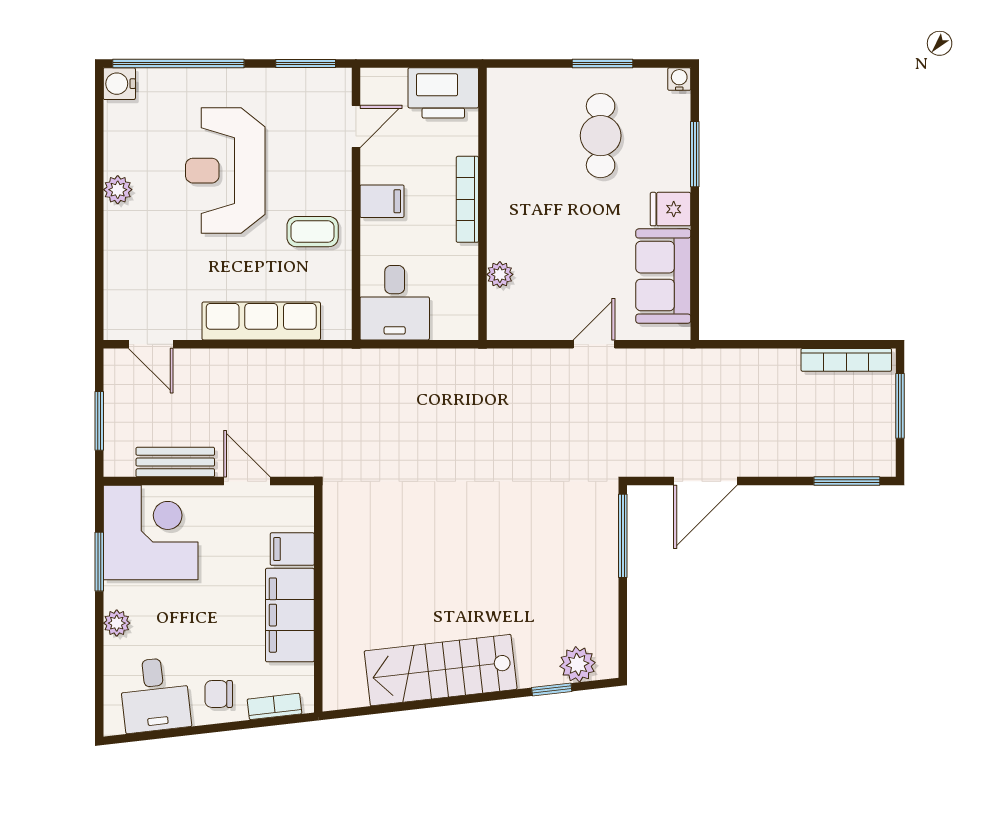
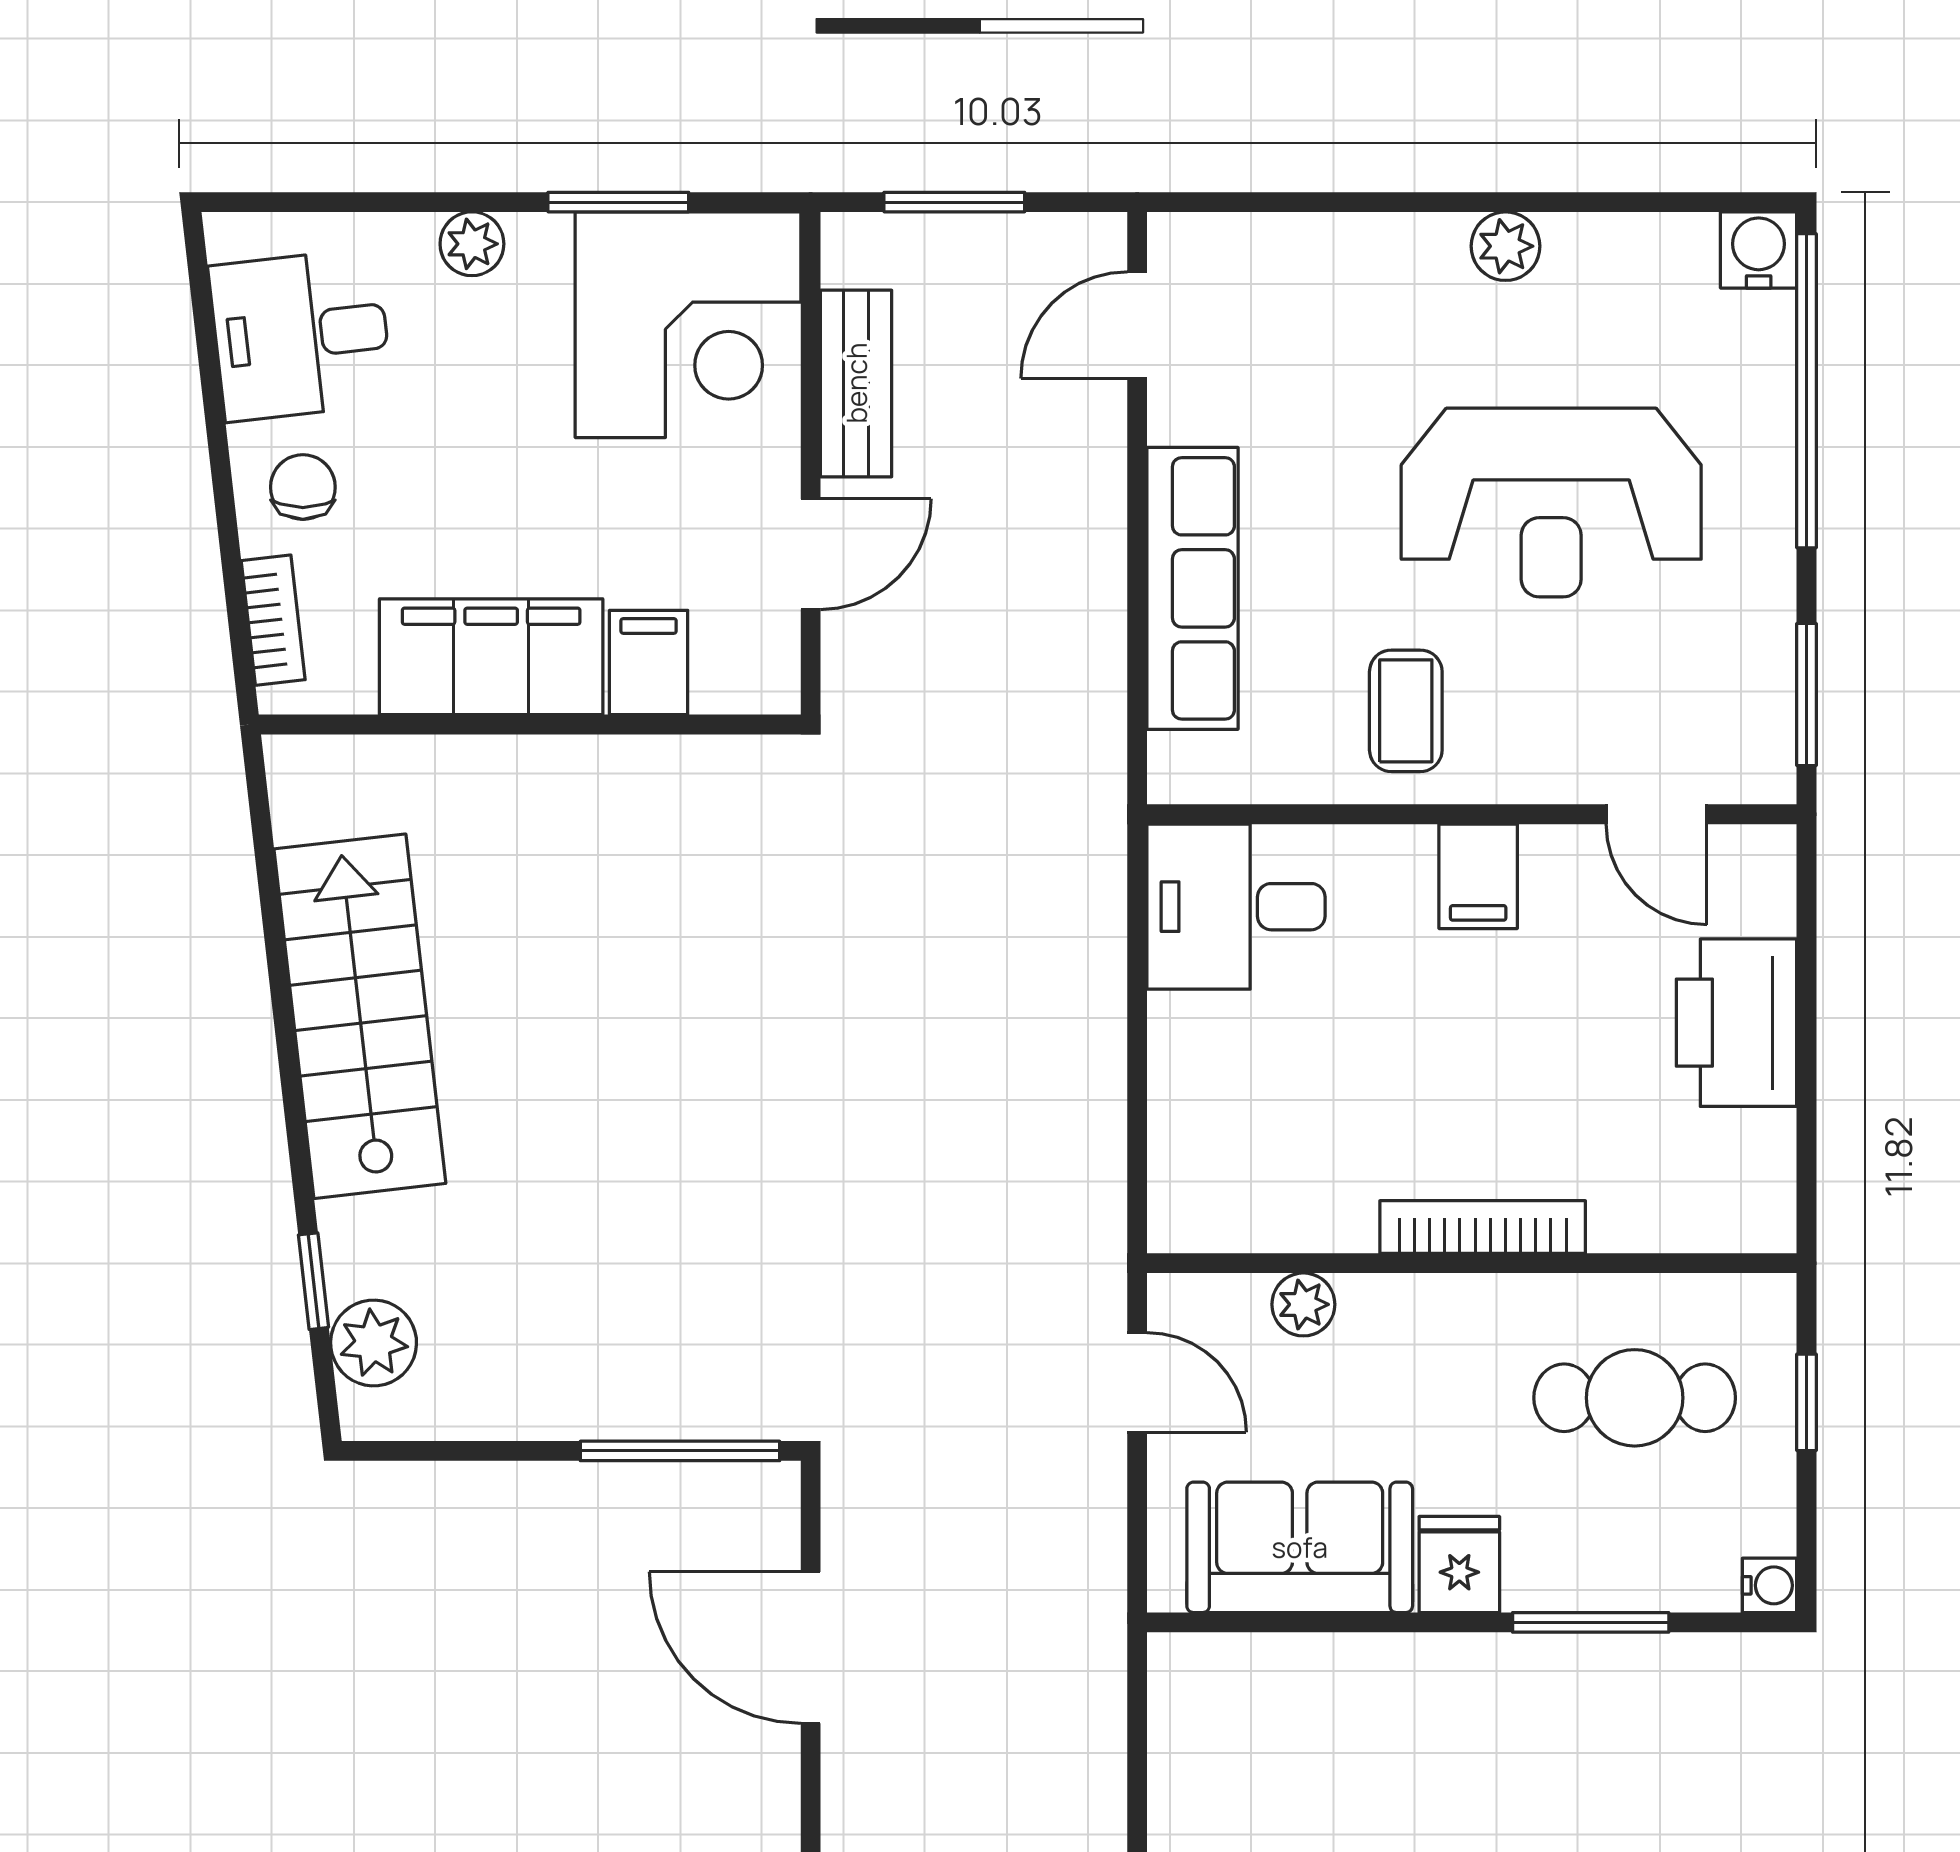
window: (602, 64) -> (1806, 1402), width x0.67
reception desk: (225, 171) -> (1551, 503), turned 180
bookcase: (467, 199) -> (1483, 1227), moved
wall: (483, 204) -> (1472, 1263), moved
plant: (500, 274) -> (1303, 1304), moved

